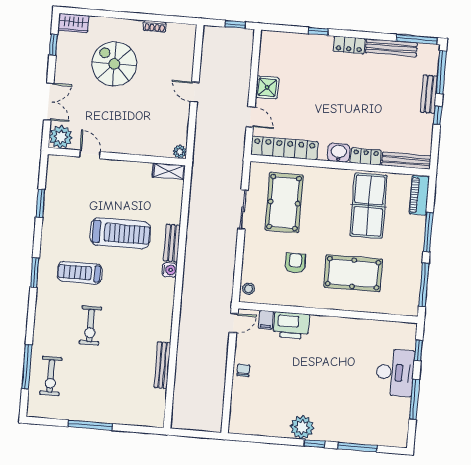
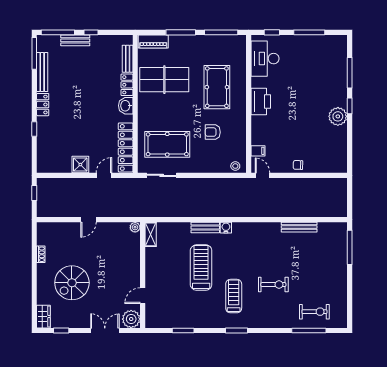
bench: (406, 161) -> (128, 59), width x0.73
sliding door: (243, 209) -> (162, 175), moved
treadmill: (80, 273) -> (234, 296), turned 180
printer: (291, 325) -> (261, 101), moved
desk: (395, 373) -> (265, 59), moved, turned -90
window: (90, 425) -> (350, 247), moved

